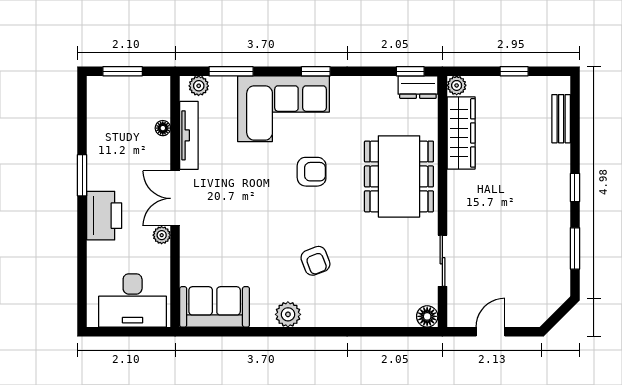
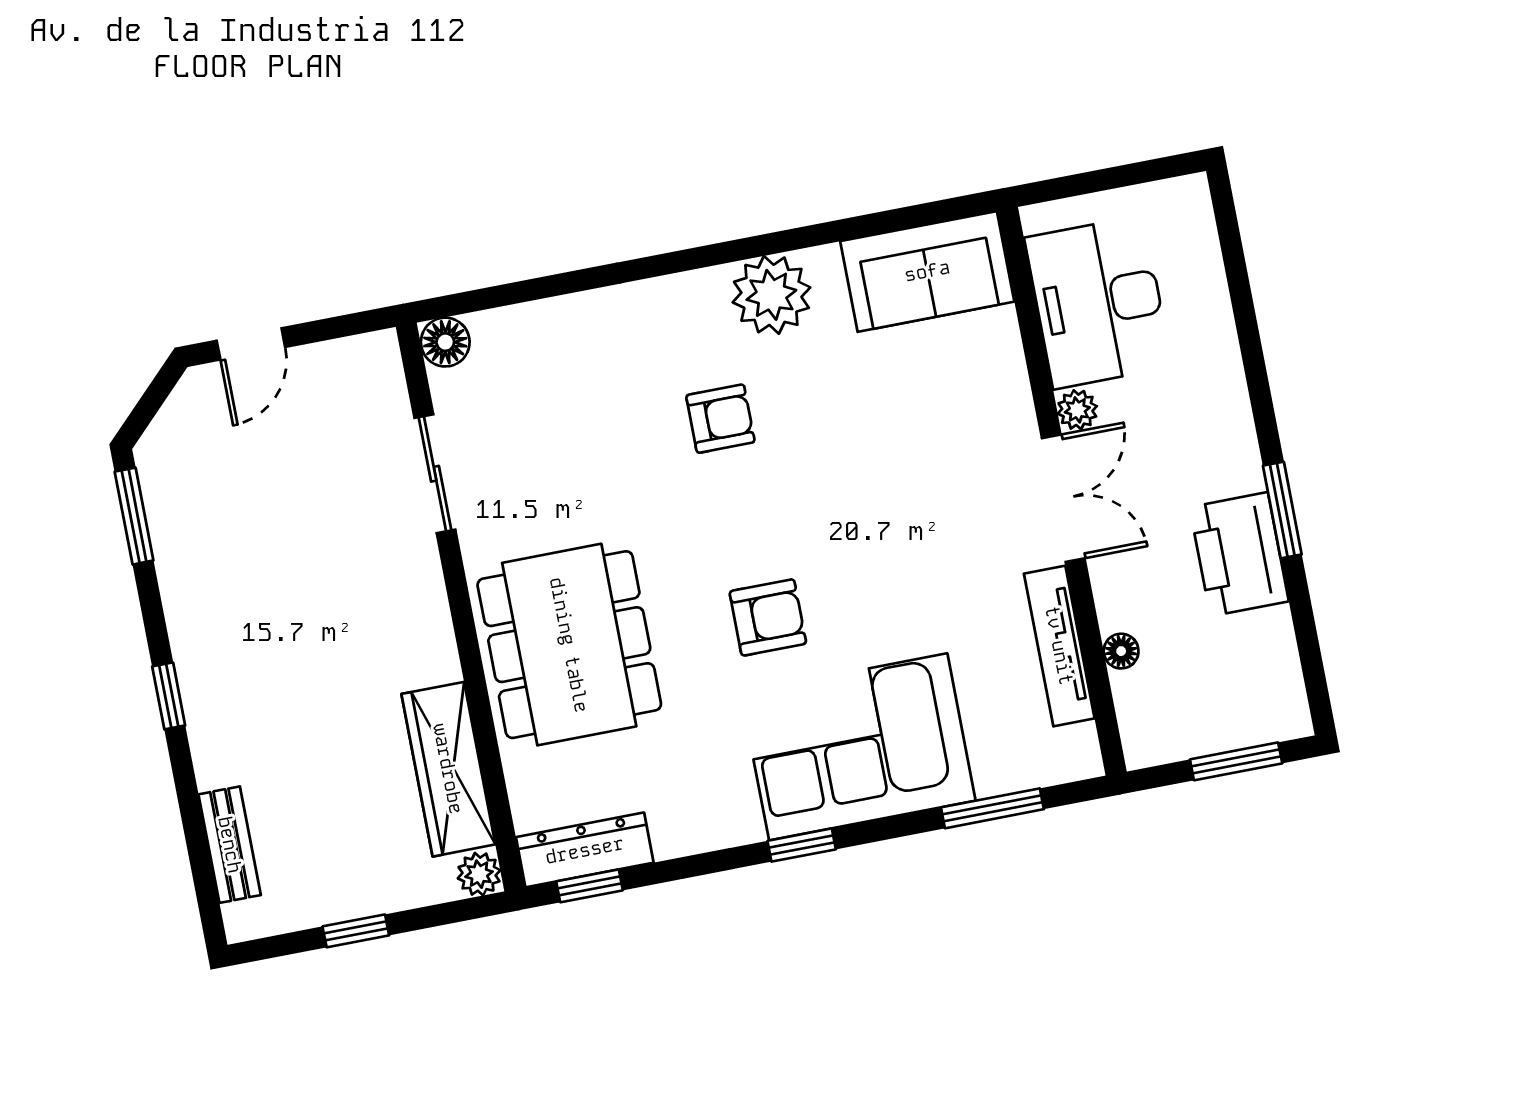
plant: (199, 86) -> (1059, 762), removed
dresser: (418, 87) -> (585, 850), width x1.44
armchair: (312, 172) -> (768, 617), turned 180
printer: (104, 216) -> (1239, 554), moved
window: (575, 248) -> (134, 516), moved
armchair: (315, 261) -> (720, 419), turned 111
desk: (133, 300) -> (1098, 302), moved, turned -90
plant: (288, 314) -> (771, 295), width x1.36, depth x1.36
door: (490, 332) -> (251, 344), moved

